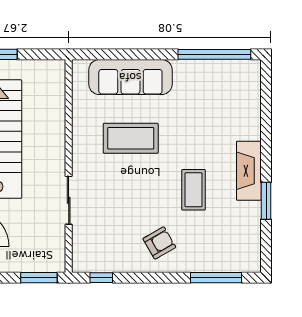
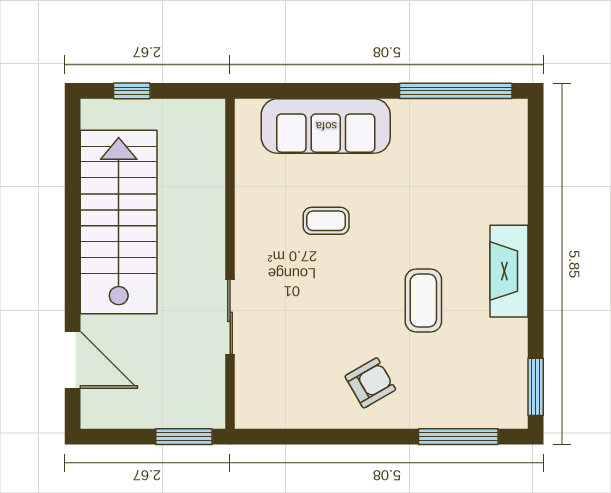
coffee table: (131, 138) -> (326, 221), width x0.54, depth x0.58
window: (266, 201) -> (536, 387), moved
window: (101, 278) -> (280, 437), removed

